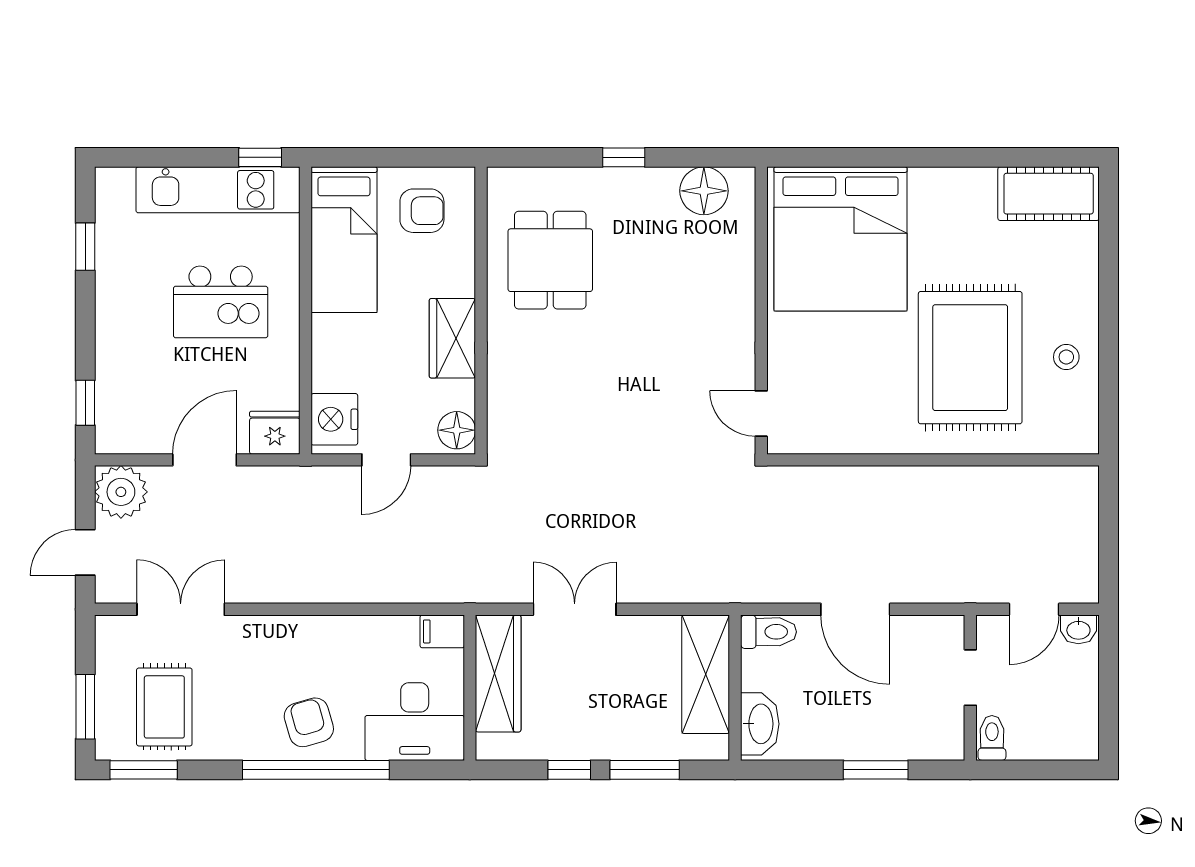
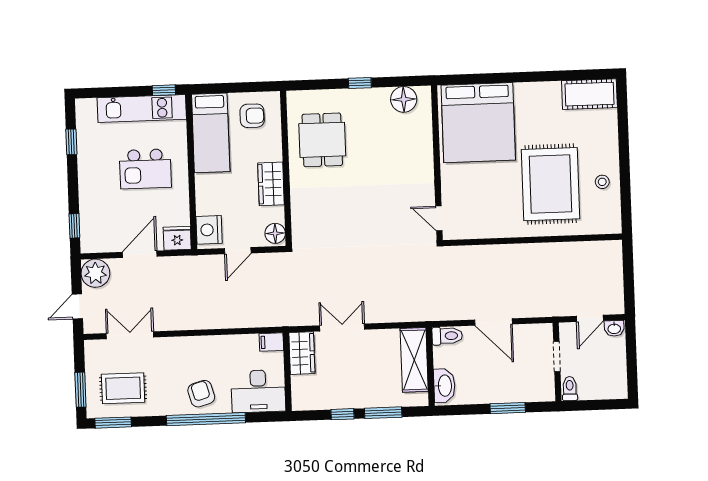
wardrobe: (498, 673) -> (302, 353), width x0.67
rug: (164, 707) -> (123, 388), turned 90

